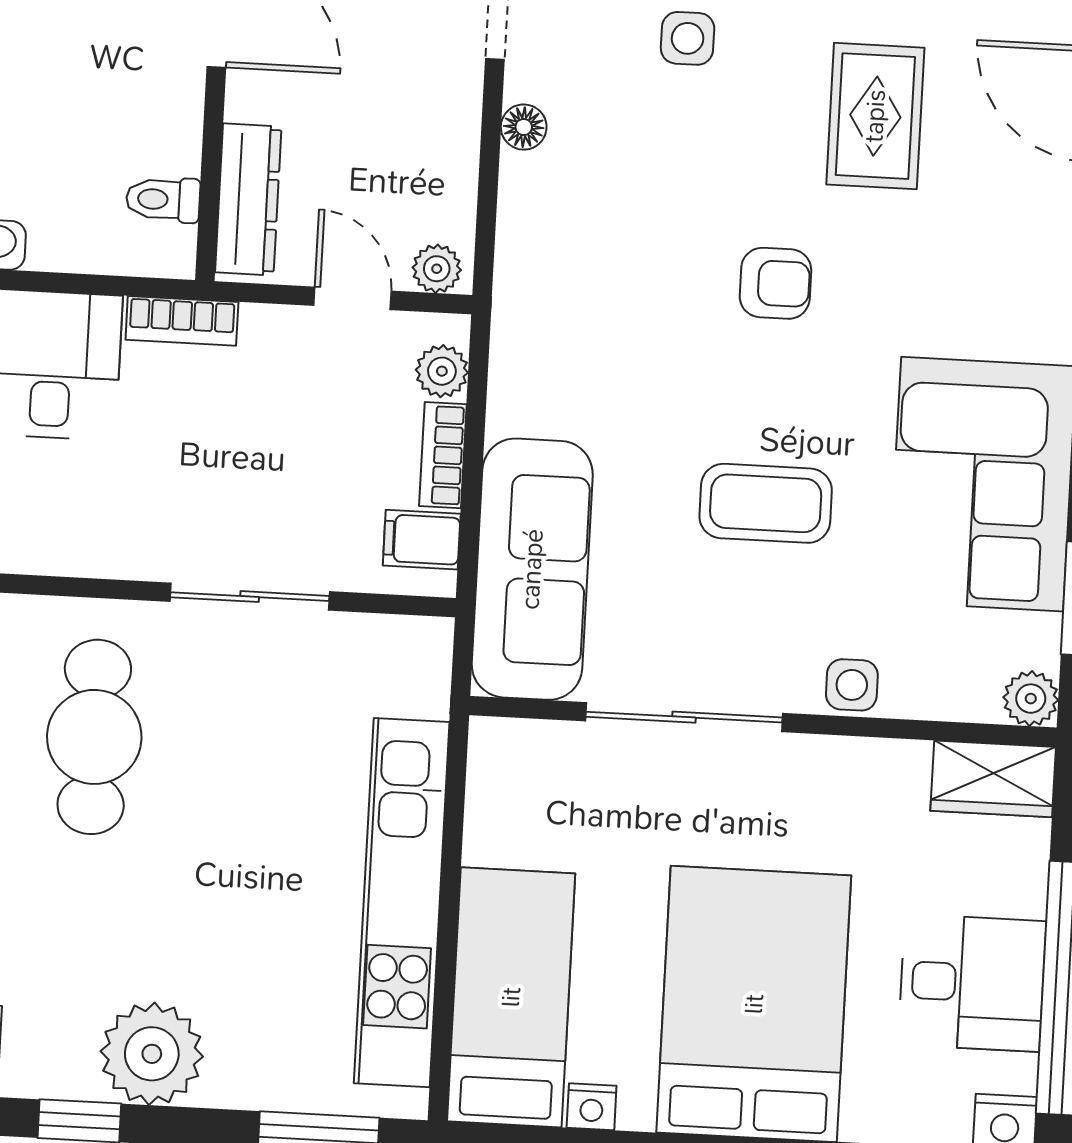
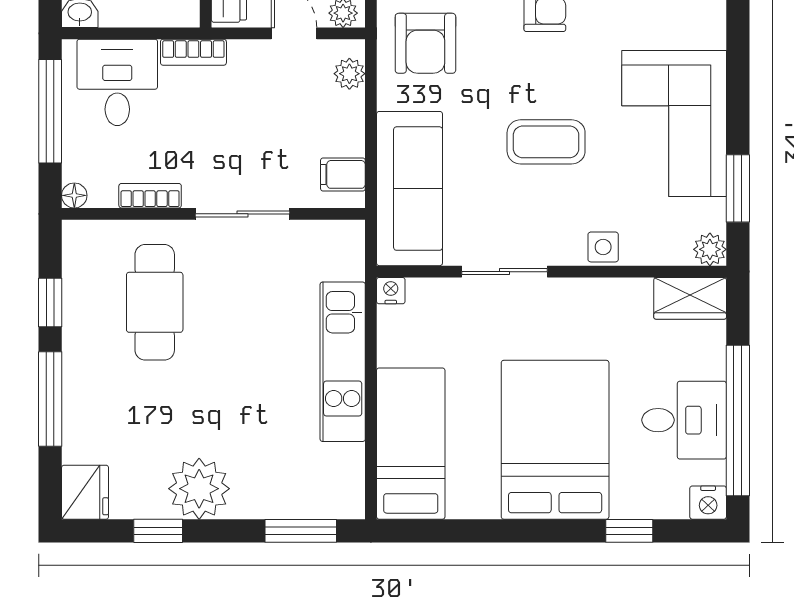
armchair: (572, 327) -> (425, 43), added
bookcase: (443, 455) -> (150, 196), moved, turned 90
sliding door: (684, 717) -> (504, 272), width x0.73
kitchen unit: (402, 903) -> (343, 362), width x0.73
nightstand: (592, 1107) -> (391, 291), moved, turned 180

